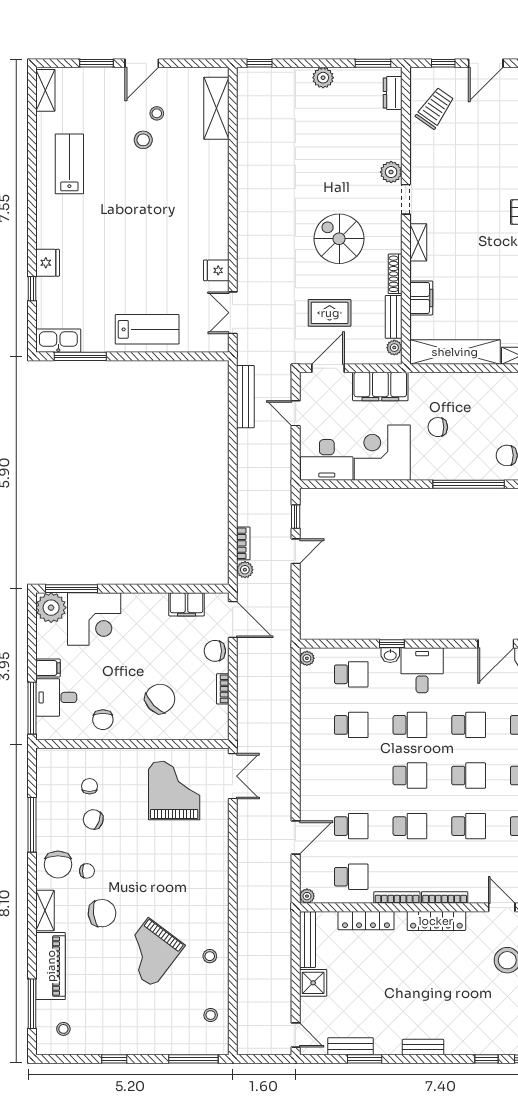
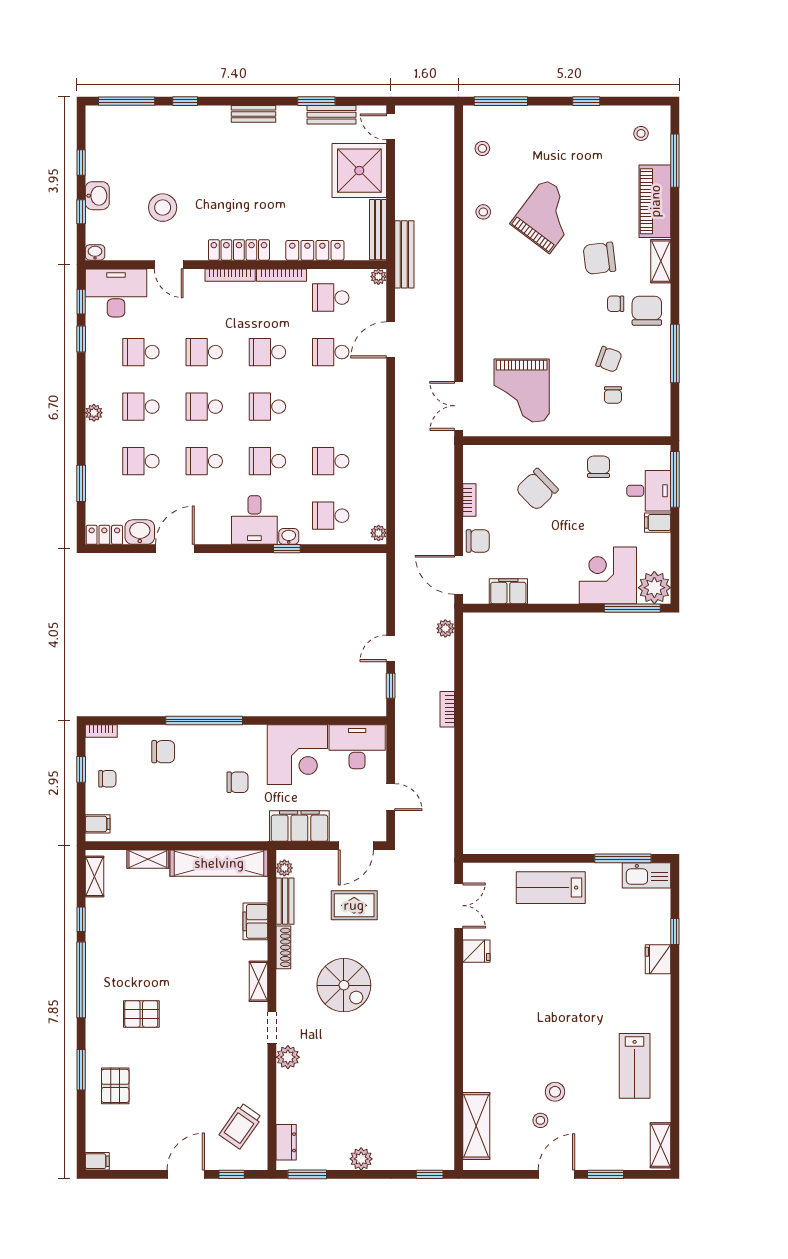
bench: (245, 397) -> (404, 254), moved
bookcase: (243, 543) -> (447, 709), moved
shower: (313, 983) -> (359, 171), width x1.86, depth x1.86

